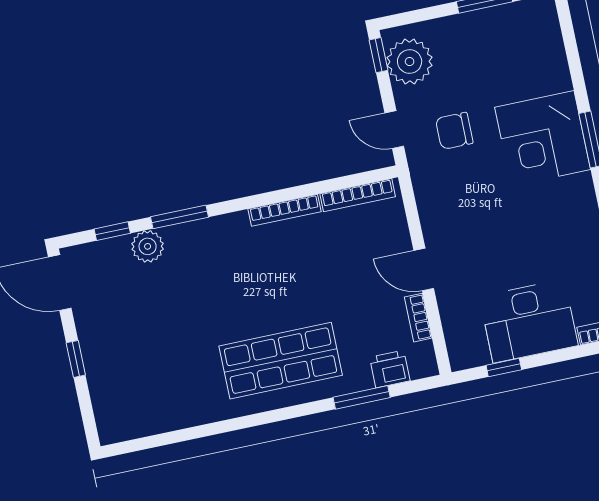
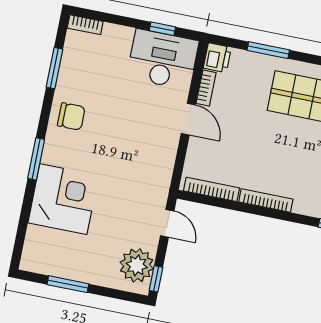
chair: (454, 131) -> (71, 116), moved
corner desk: (543, 138) -> (63, 199), moved
desk: (529, 321) -> (163, 59), moved
printer: (390, 369) -> (217, 58), moved, turned -90

